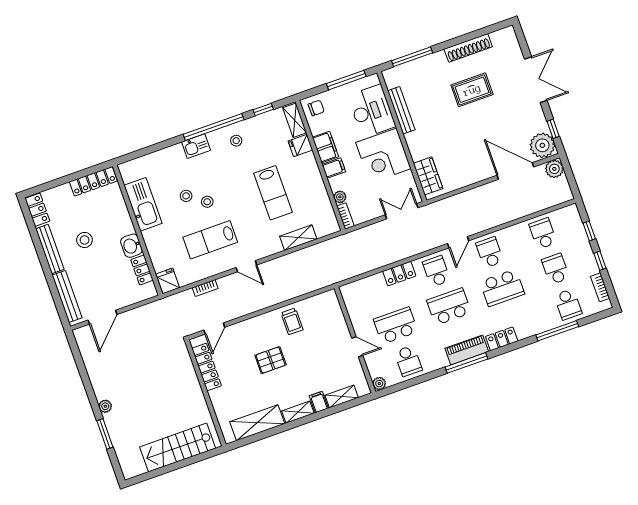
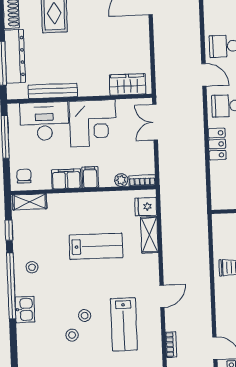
dresser: (422, 66) -> (15, 56), added
fridge: (300, 145) -> (146, 207), moved, turned 90

